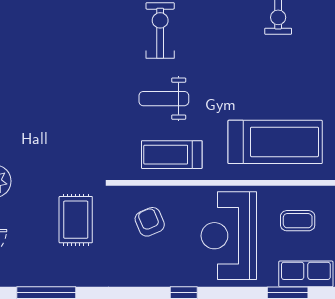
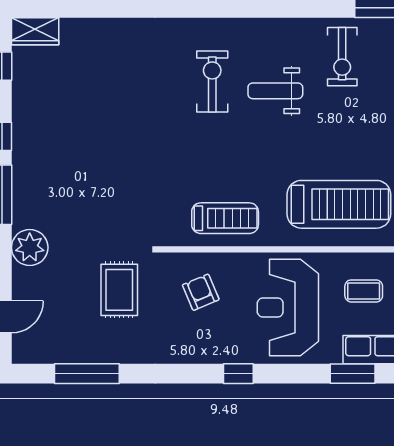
weight bench: (164, 99) -> (275, 91), moved
treadmill: (172, 155) -> (225, 218), turned 180

